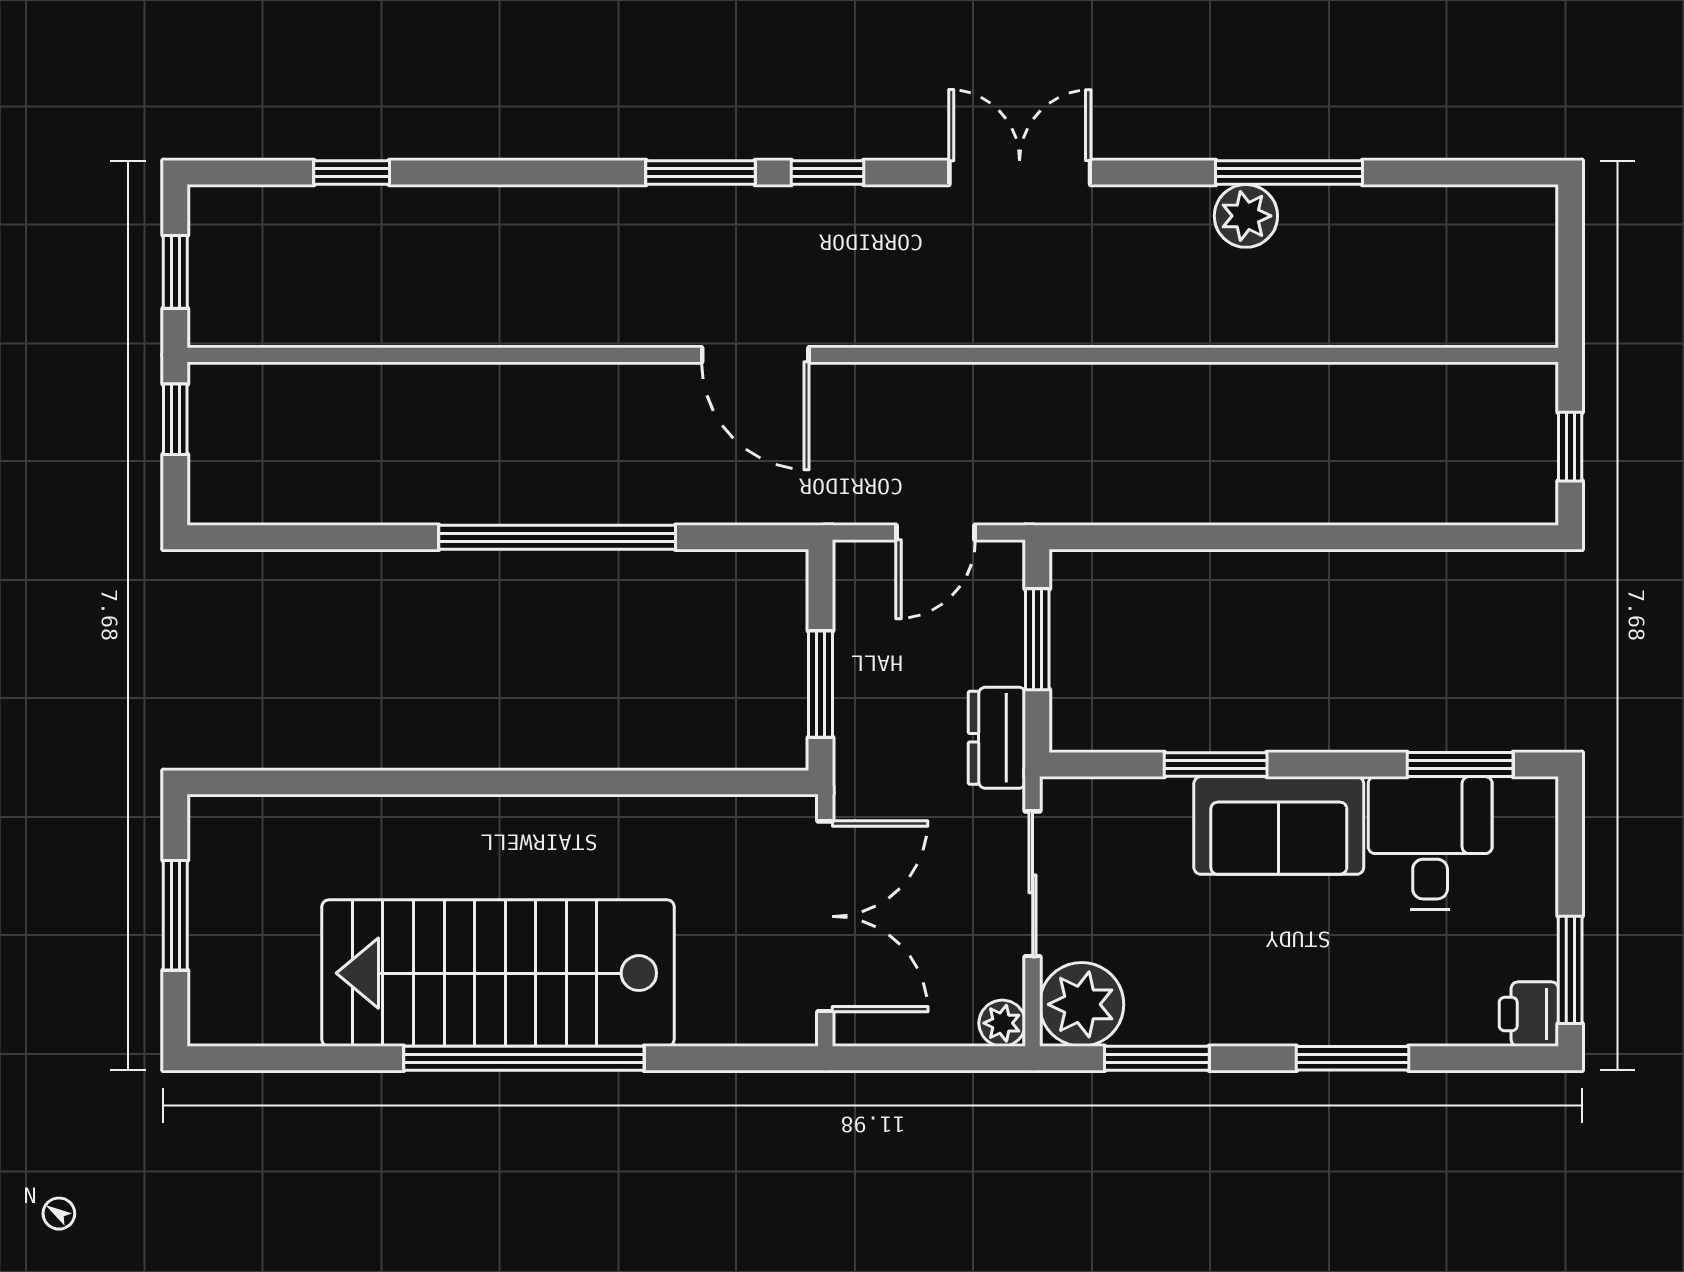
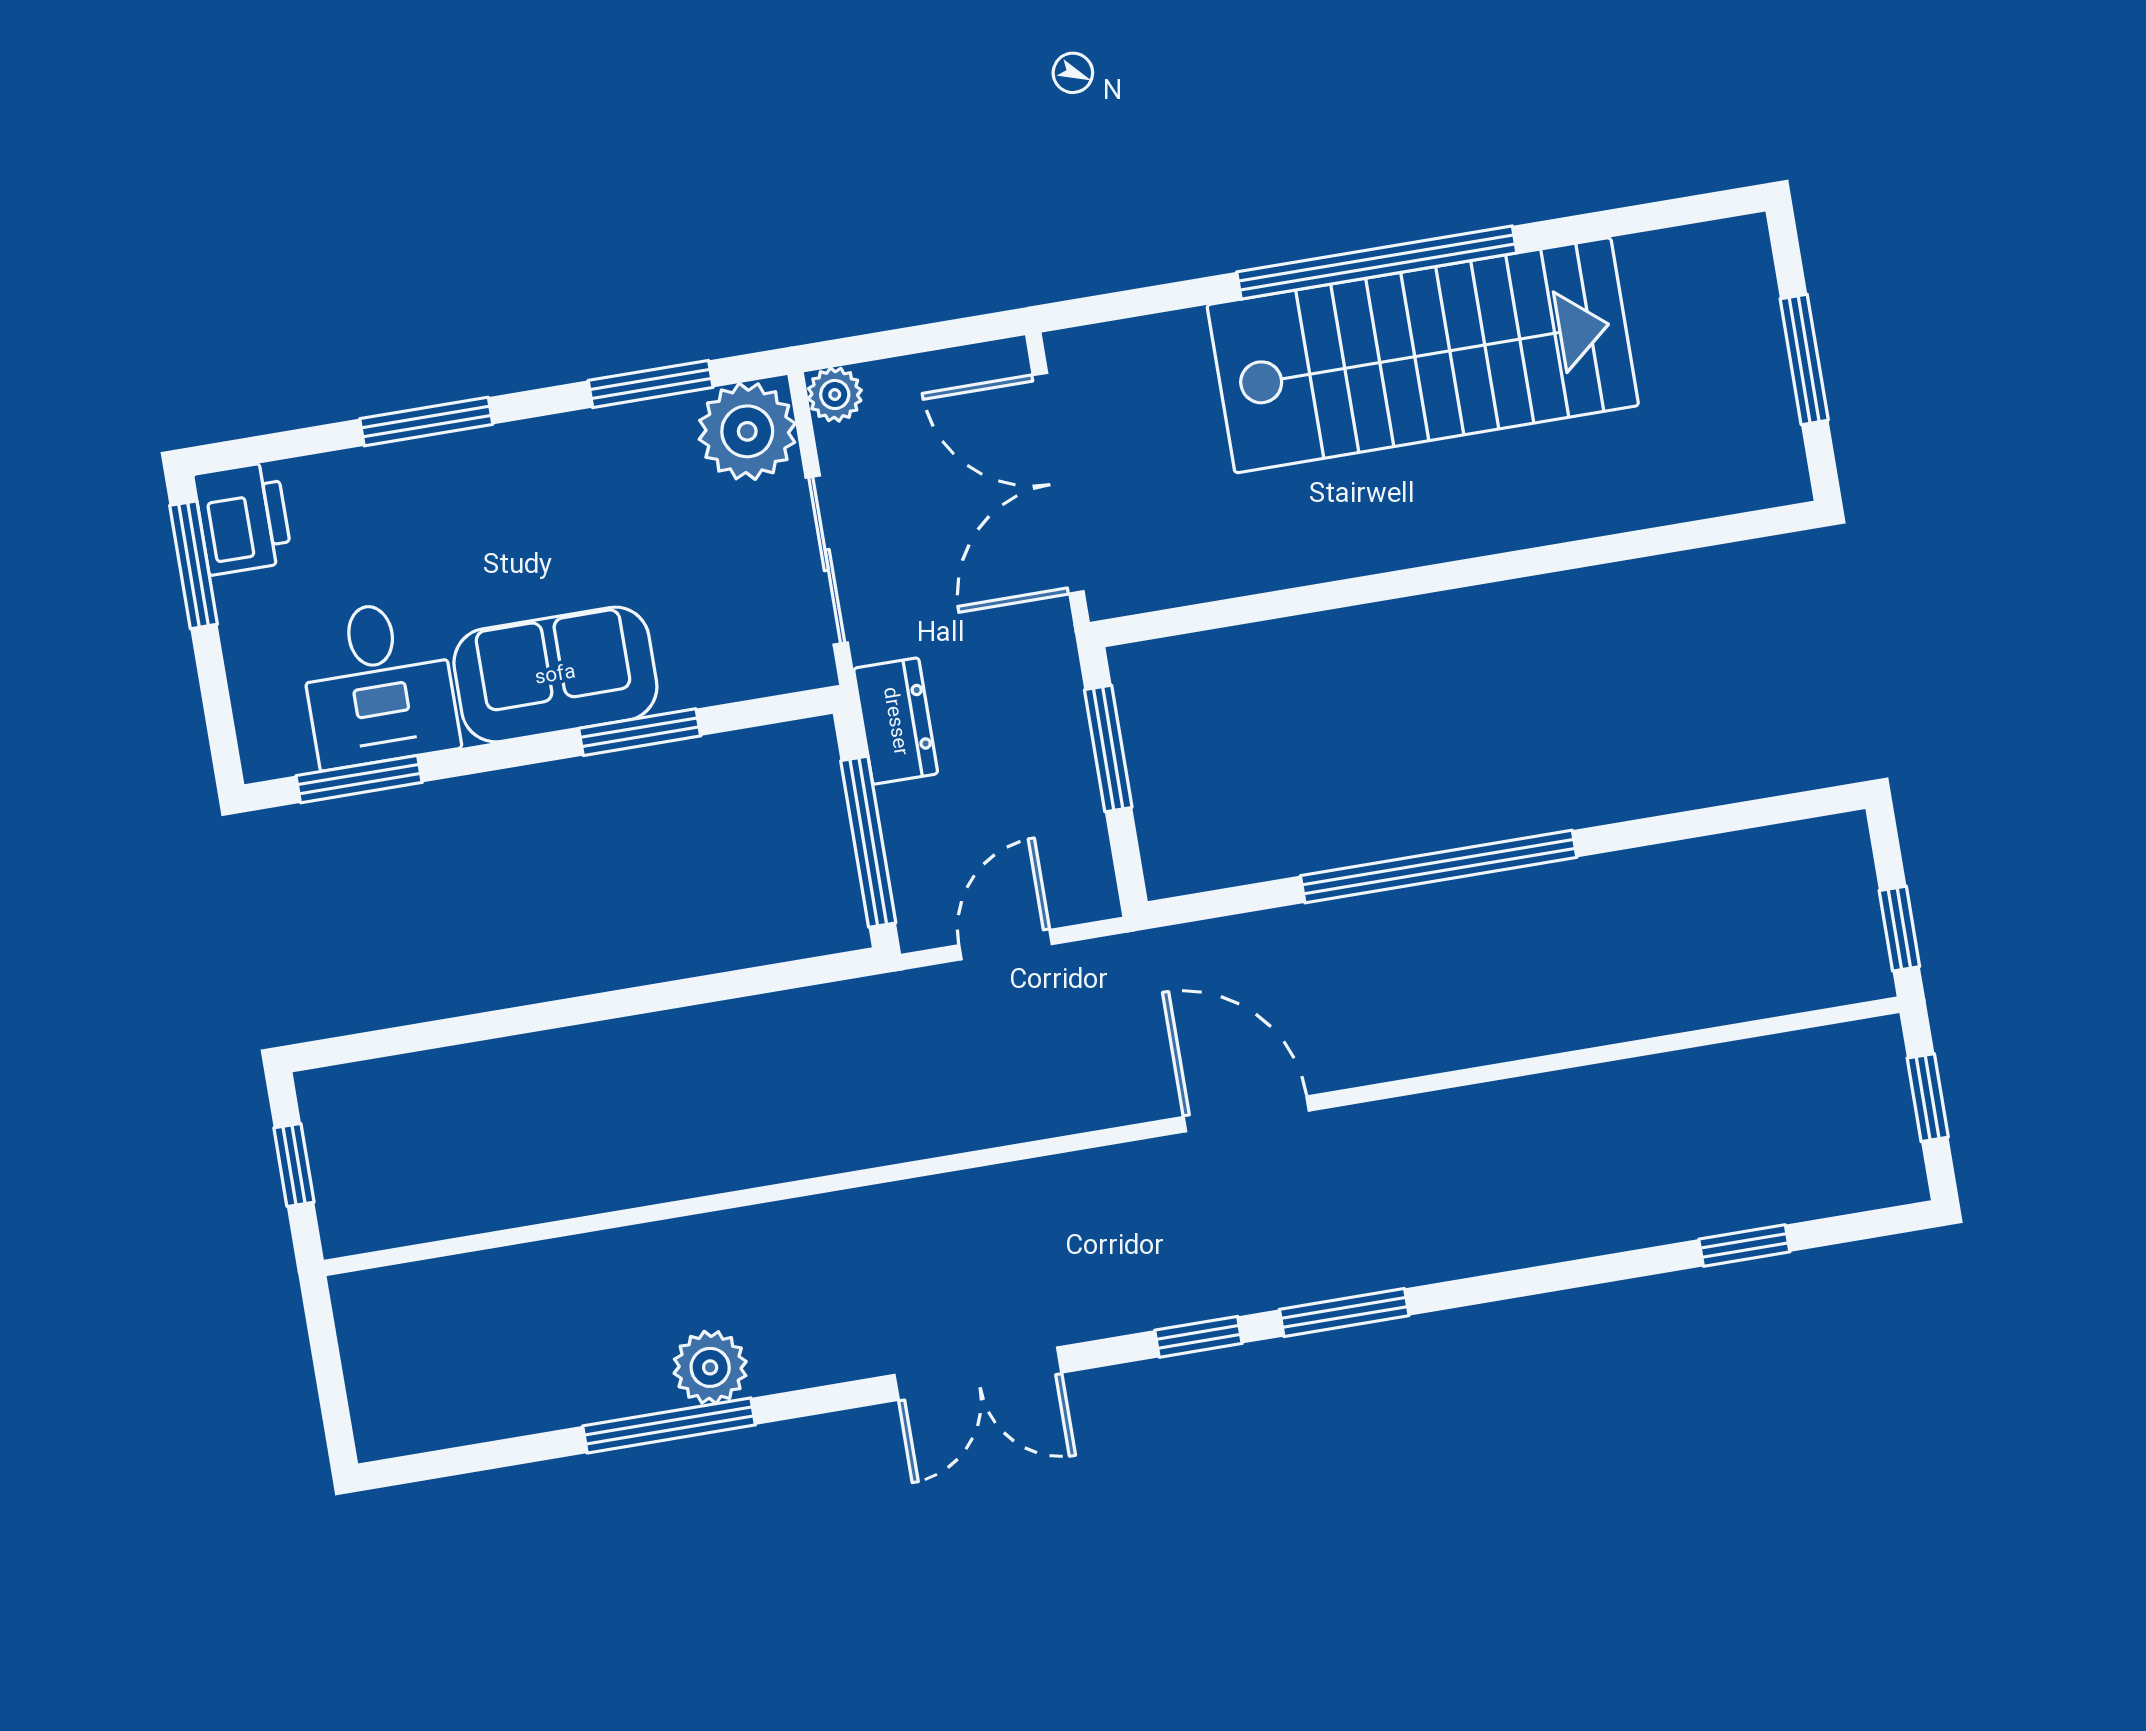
window: (1037, 639) -> (868, 842), width x1.44
printer: (1529, 1014) -> (243, 518), width x1.36, depth x1.24

